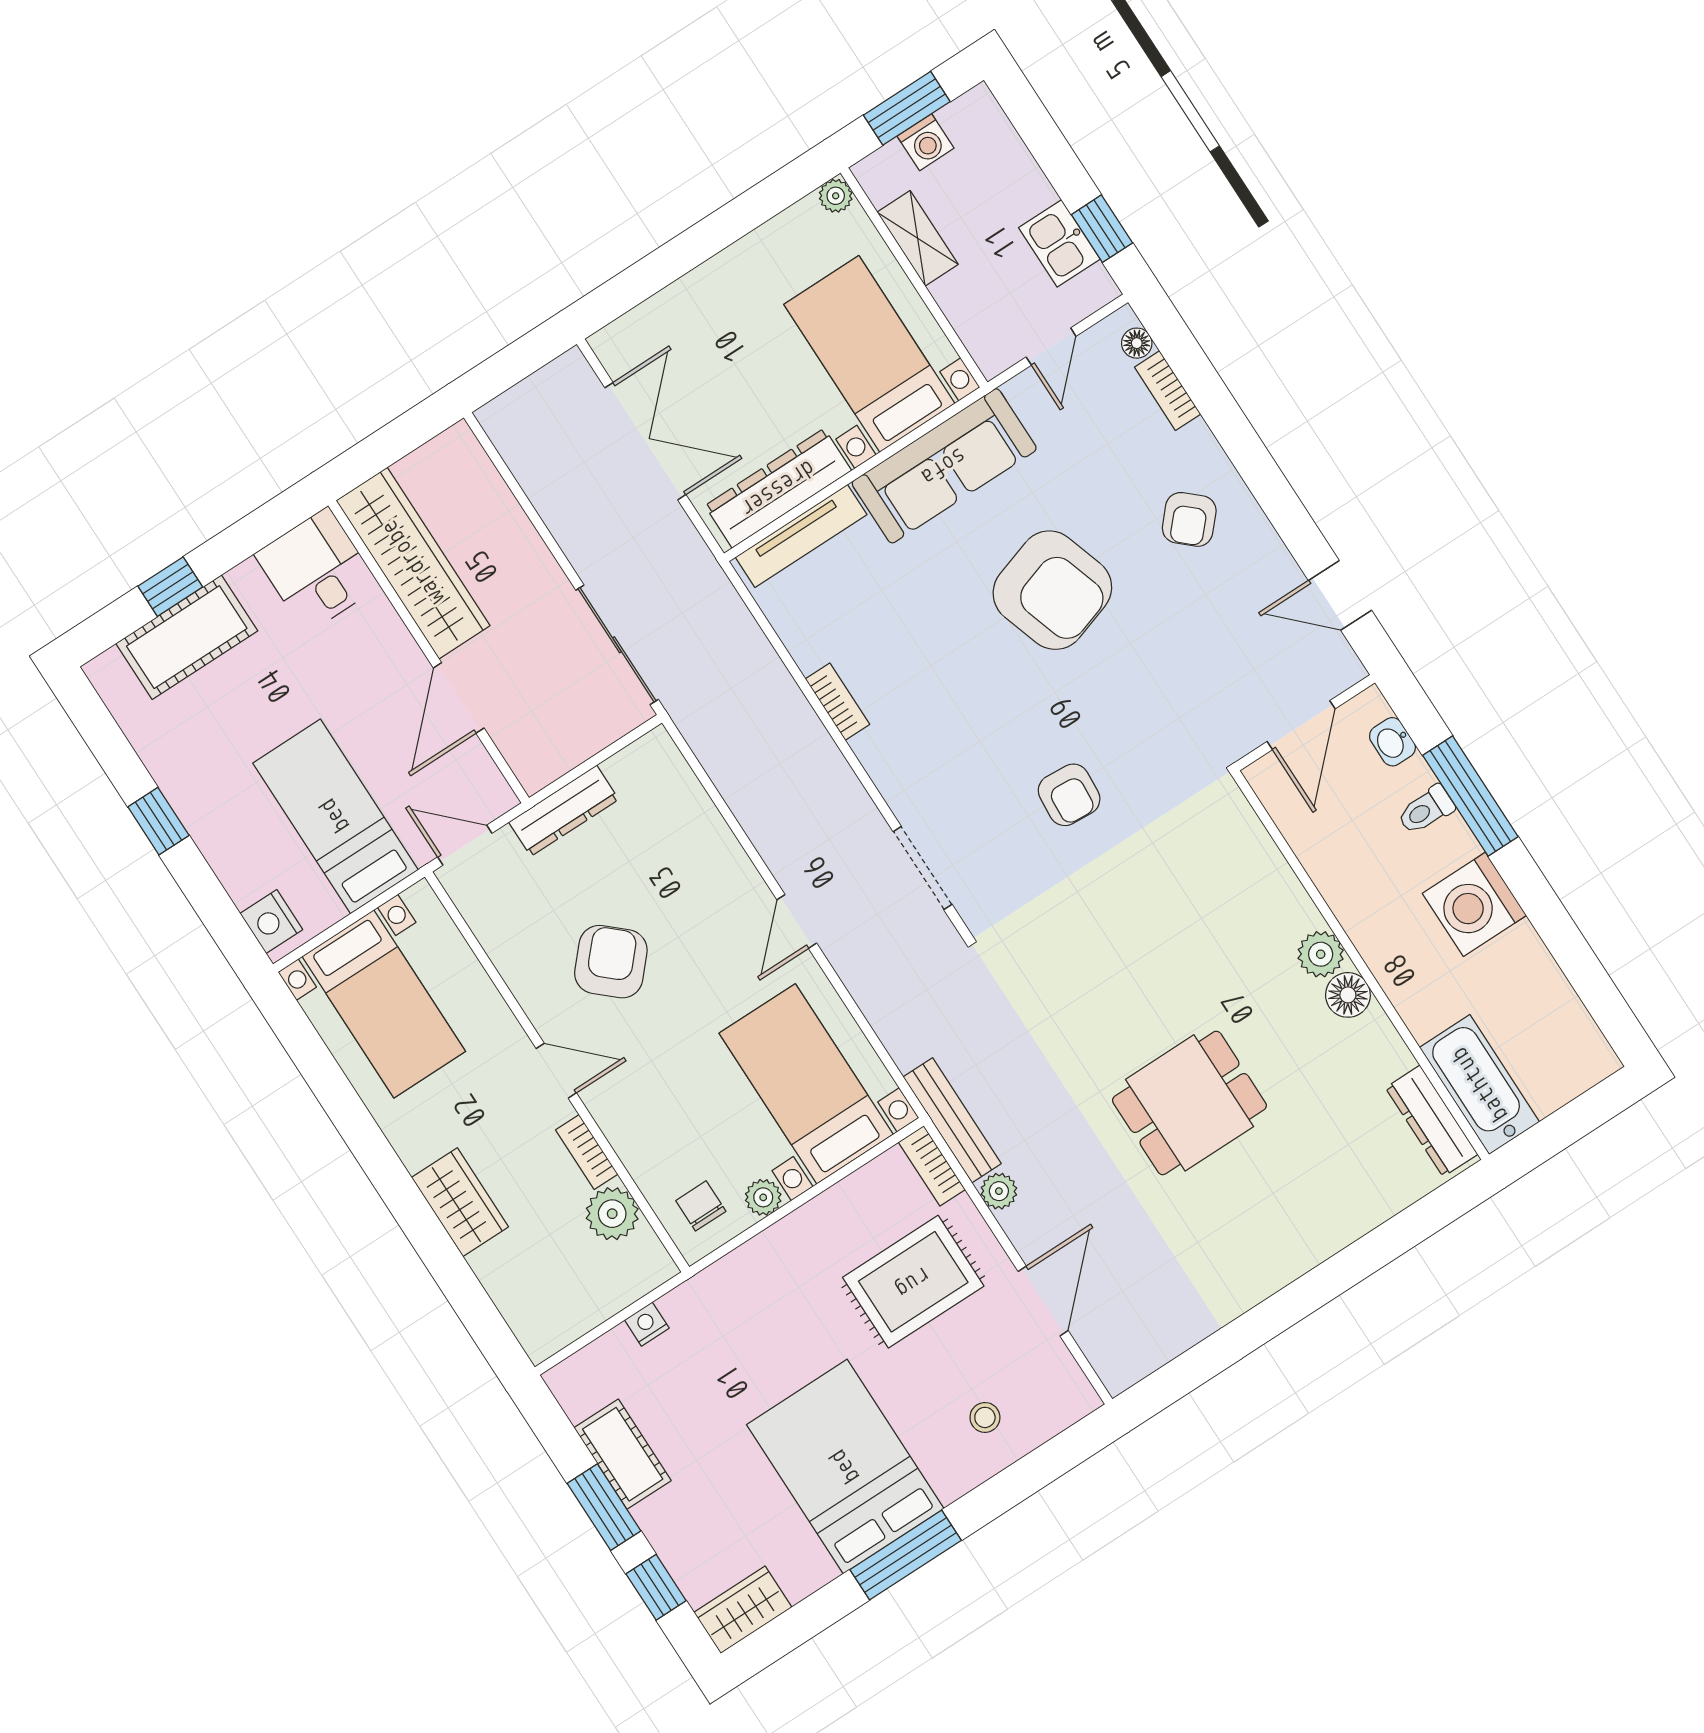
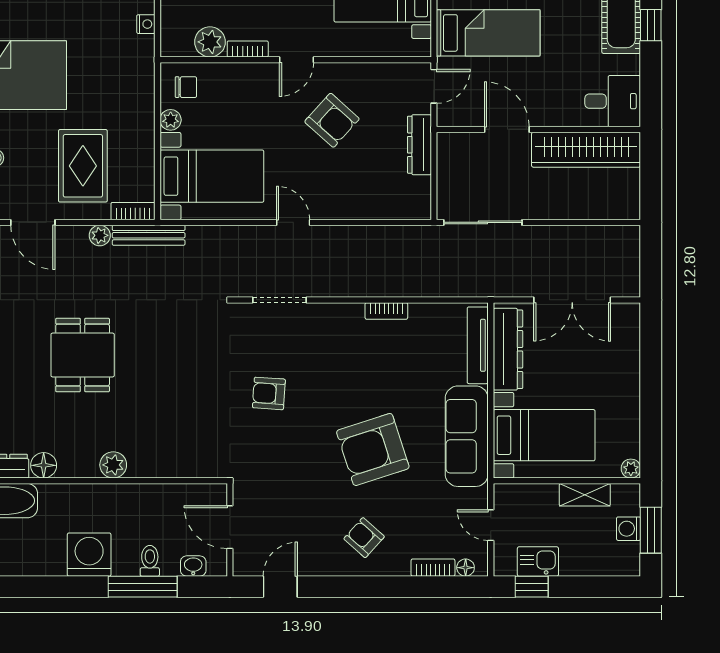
floor lamp: (1348, 995) -> (44, 465), moved

